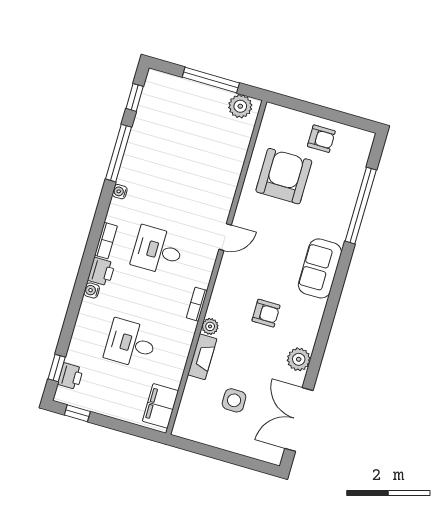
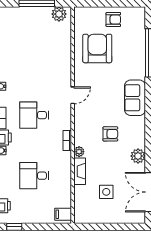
filing cabinet: (160, 406) -> (63, 214), width x0.50

